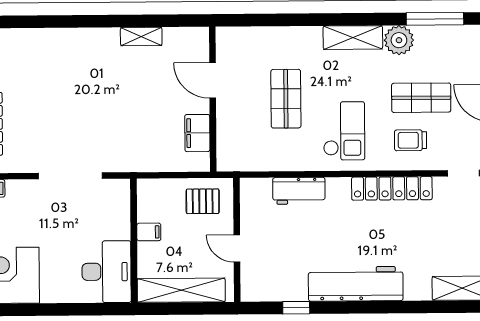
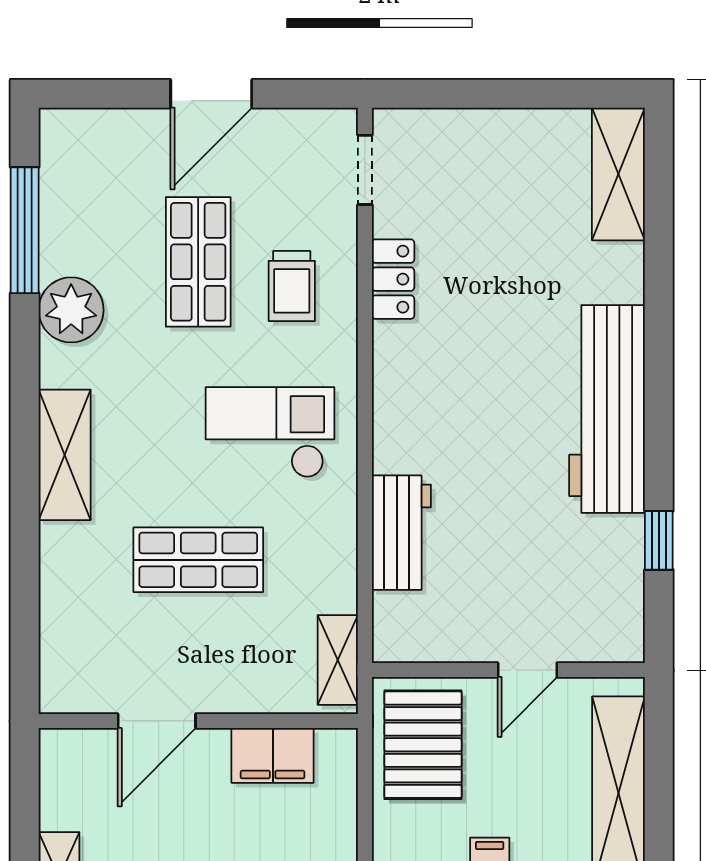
shelving: (353, 38) -> (65, 455), moved
shelving: (241, 162) -> (338, 660), added
locker: (392, 188) -> (393, 279), width x0.46, depth x0.83
pallet: (203, 201) -> (423, 745), width x1.50, depth x1.42

